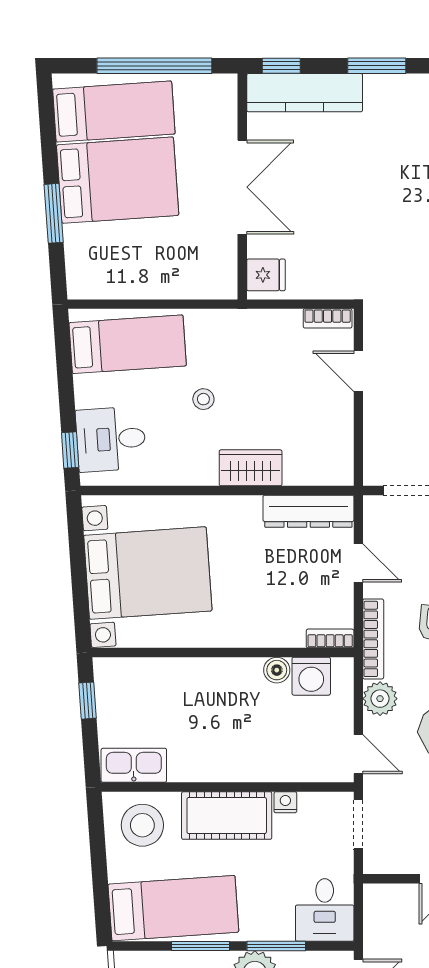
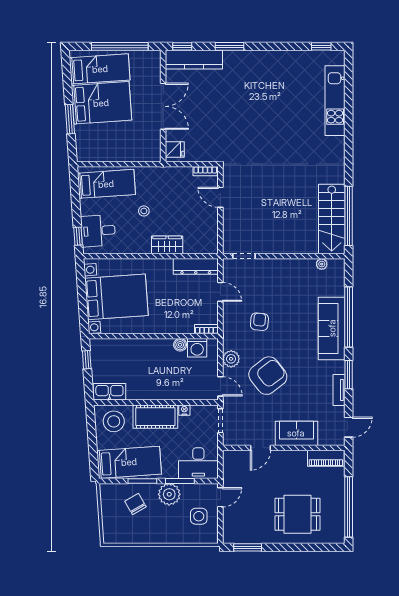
bookcase: (373, 639) -> (228, 329), removed
desk: (325, 910) -> (198, 463), width x1.37

